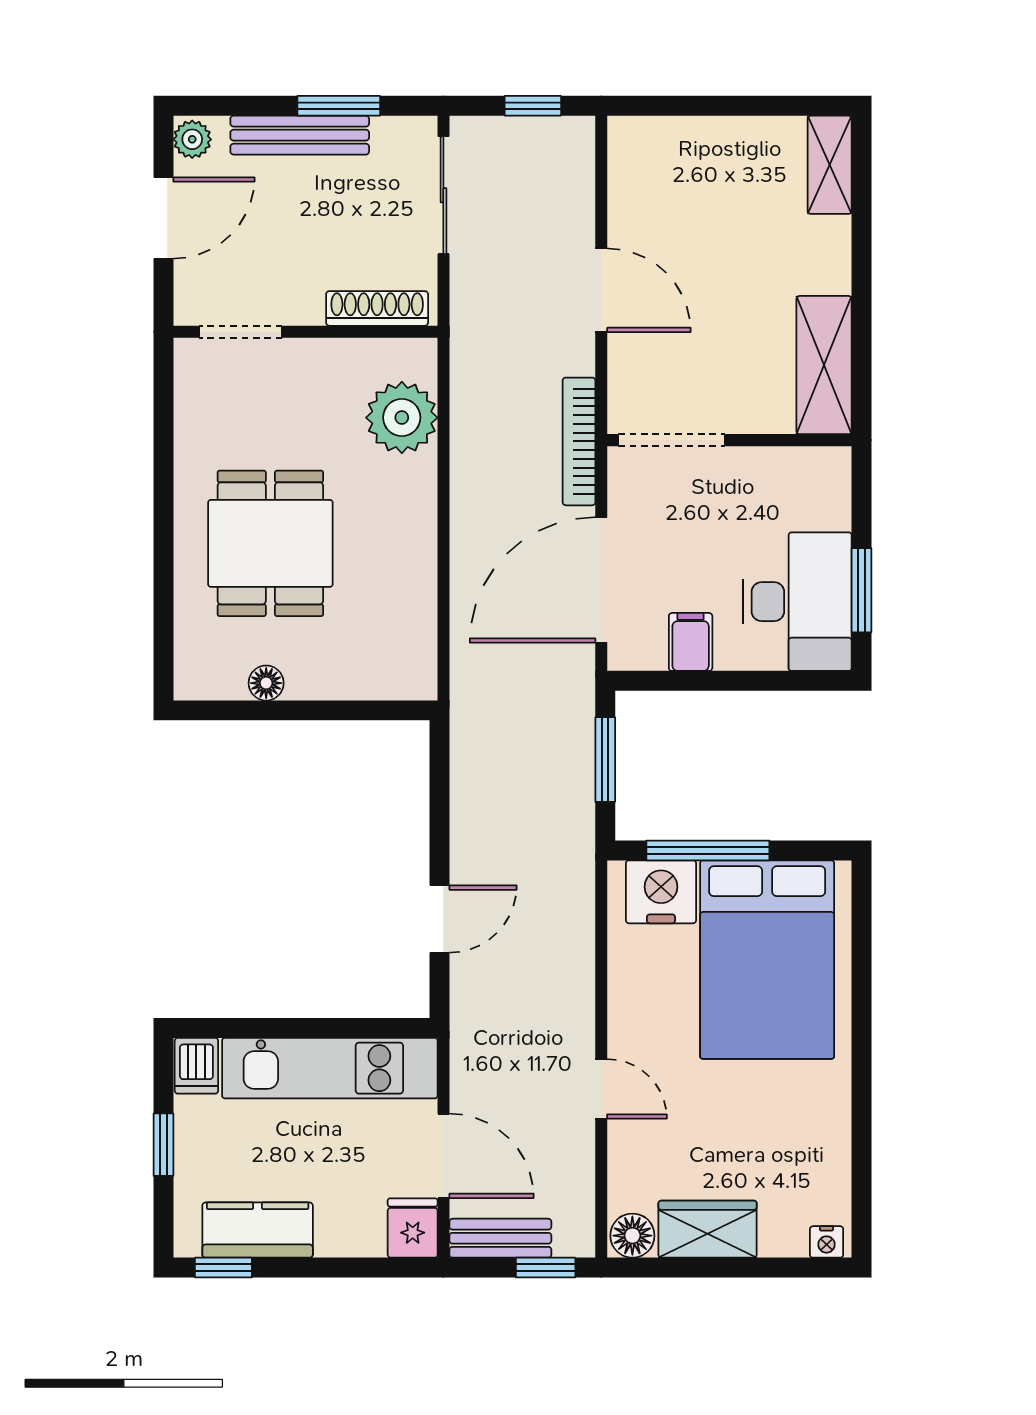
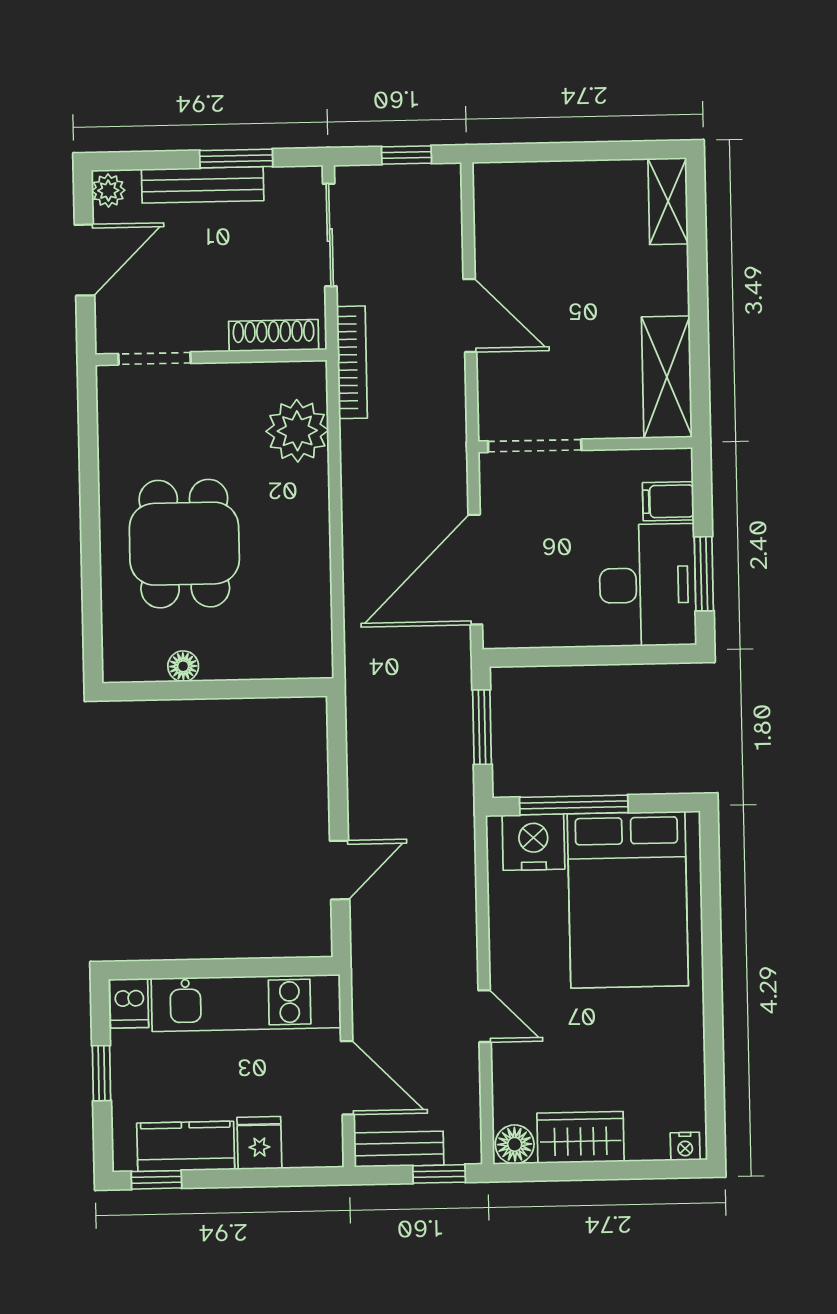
bookcase: (579, 441) -> (352, 362), moved, turned 180
filing cabinet: (691, 642) -> (668, 501), moved, turned -90
fridge: (413, 1228) -> (259, 1143), moved

